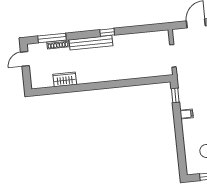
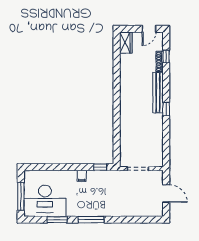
window: (52, 38) -> (166, 56), width x0.46
door: (25, 59) -> (149, 29), swing flipped
wardrobe: (65, 79) -> (126, 43), moved

